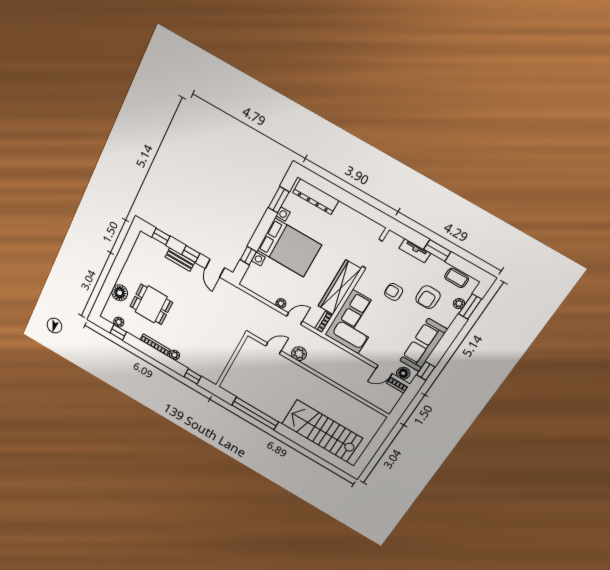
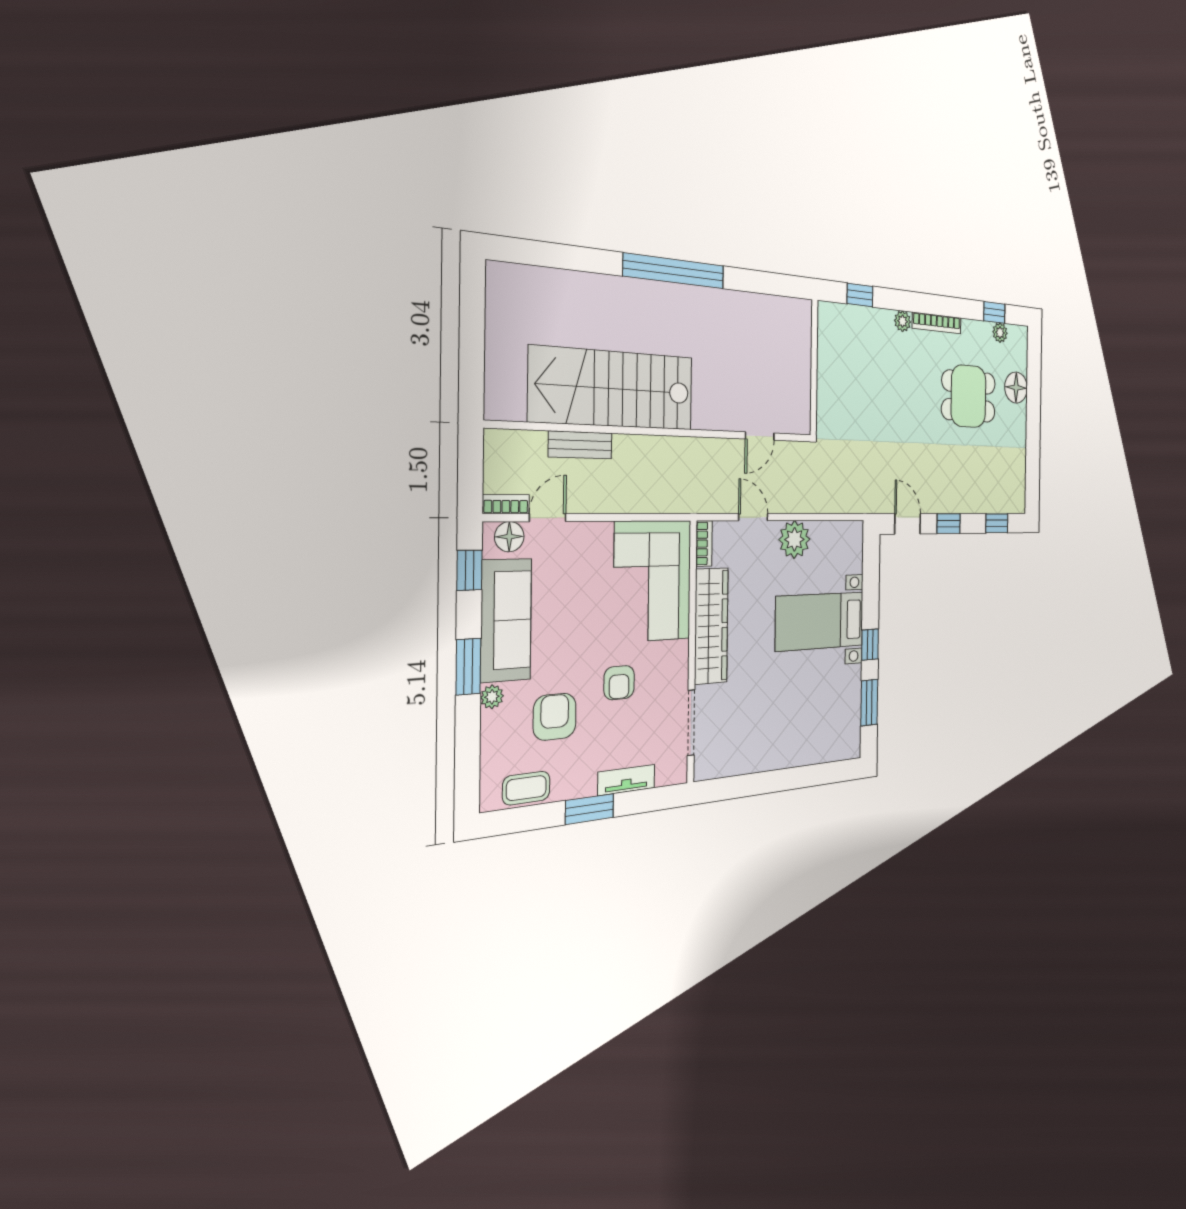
dresser: (316, 196) -> (821, 749), removed
bed with nightstands: (289, 248) -> (820, 621), width x0.73
window: (248, 256) -> (870, 645), moved
bench: (180, 260) -> (580, 445), moved
armchair: (394, 292) -> (619, 683), turned 90
plant: (281, 303) -> (794, 539), width x1.87, depth x1.87
plant: (459, 304) -> (492, 697), moved
window: (470, 306) -> (468, 667), moved
door: (295, 319) -> (753, 517), swing flipped
plant: (299, 354) -> (714, 454), removed
window: (255, 413) -> (674, 271), moved
stairs: (322, 431) -> (613, 389), moved, turned 180

